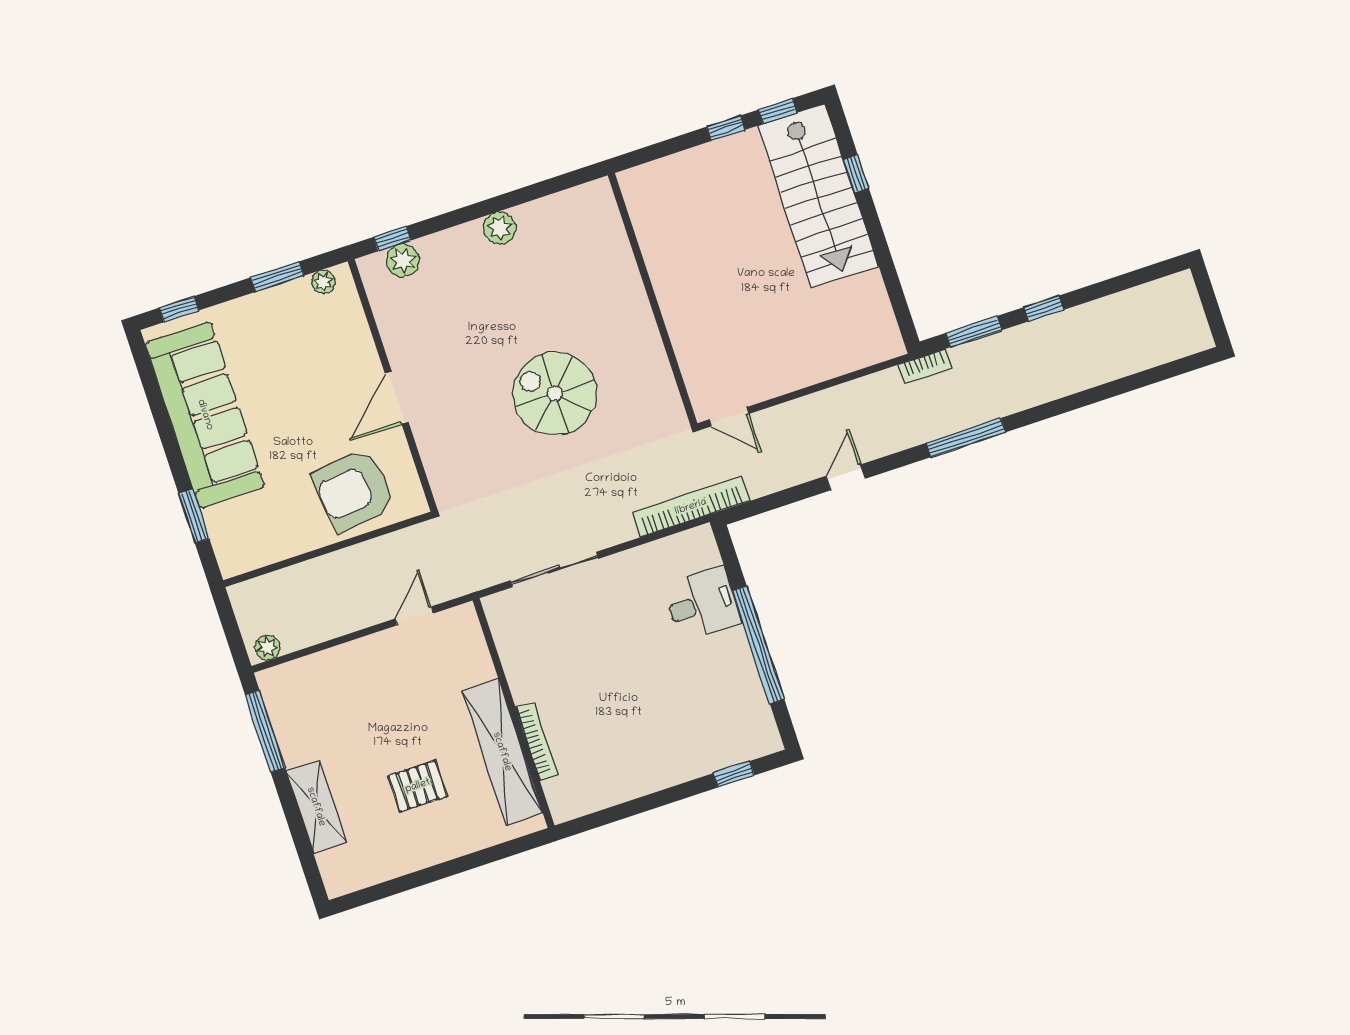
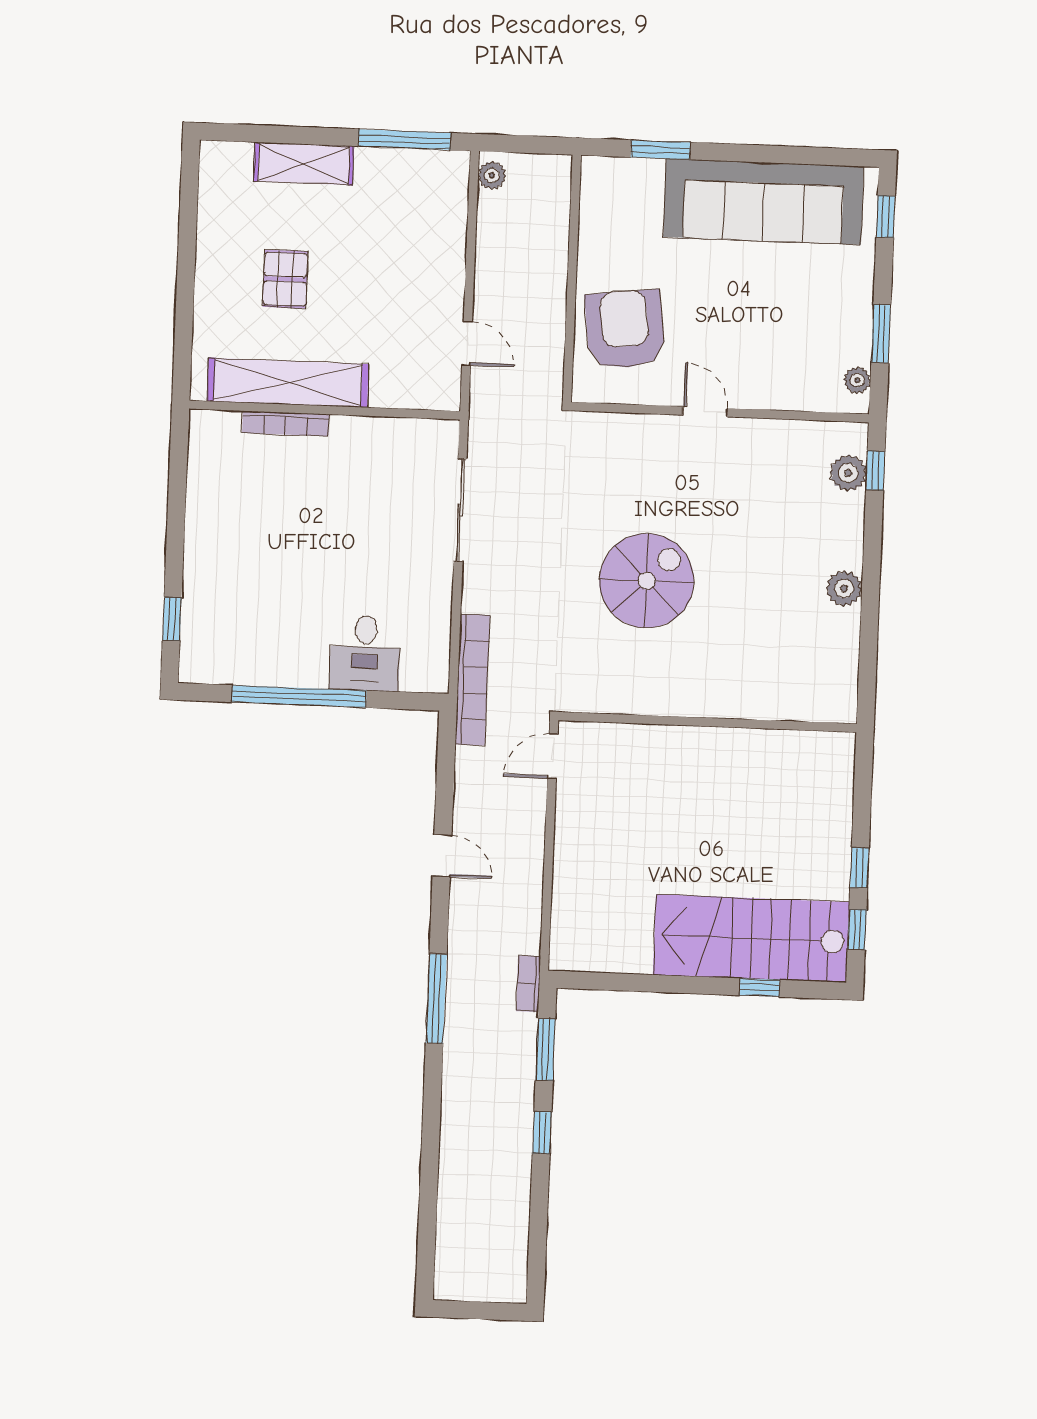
door: (397, 398) -> (705, 412), width x0.73

